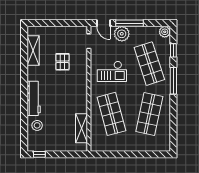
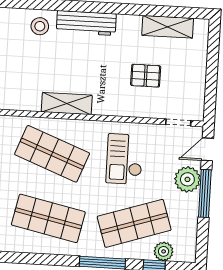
plant: (165, 32) -> (164, 251), moved
shop shelf: (111, 114) -> (52, 154), turned 36
shelving: (81, 128) -> (67, 104), moved

